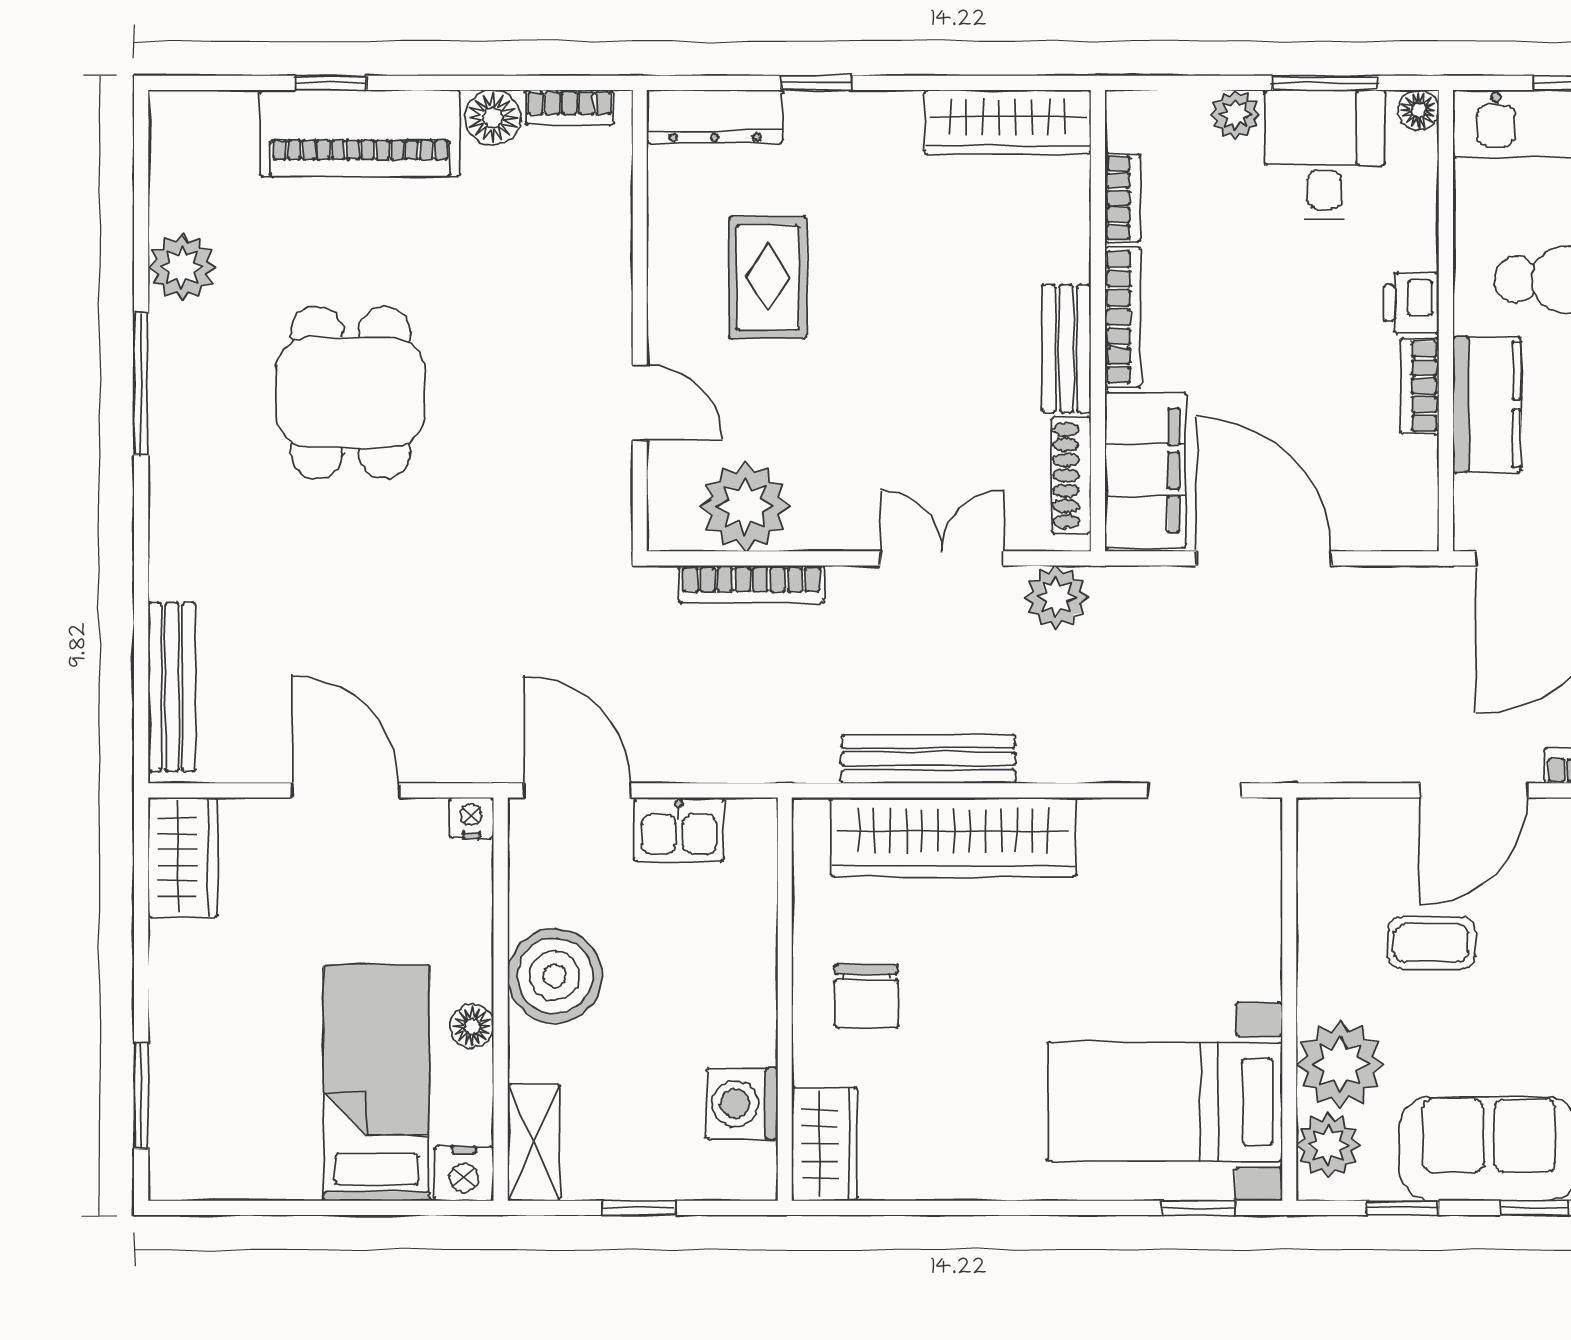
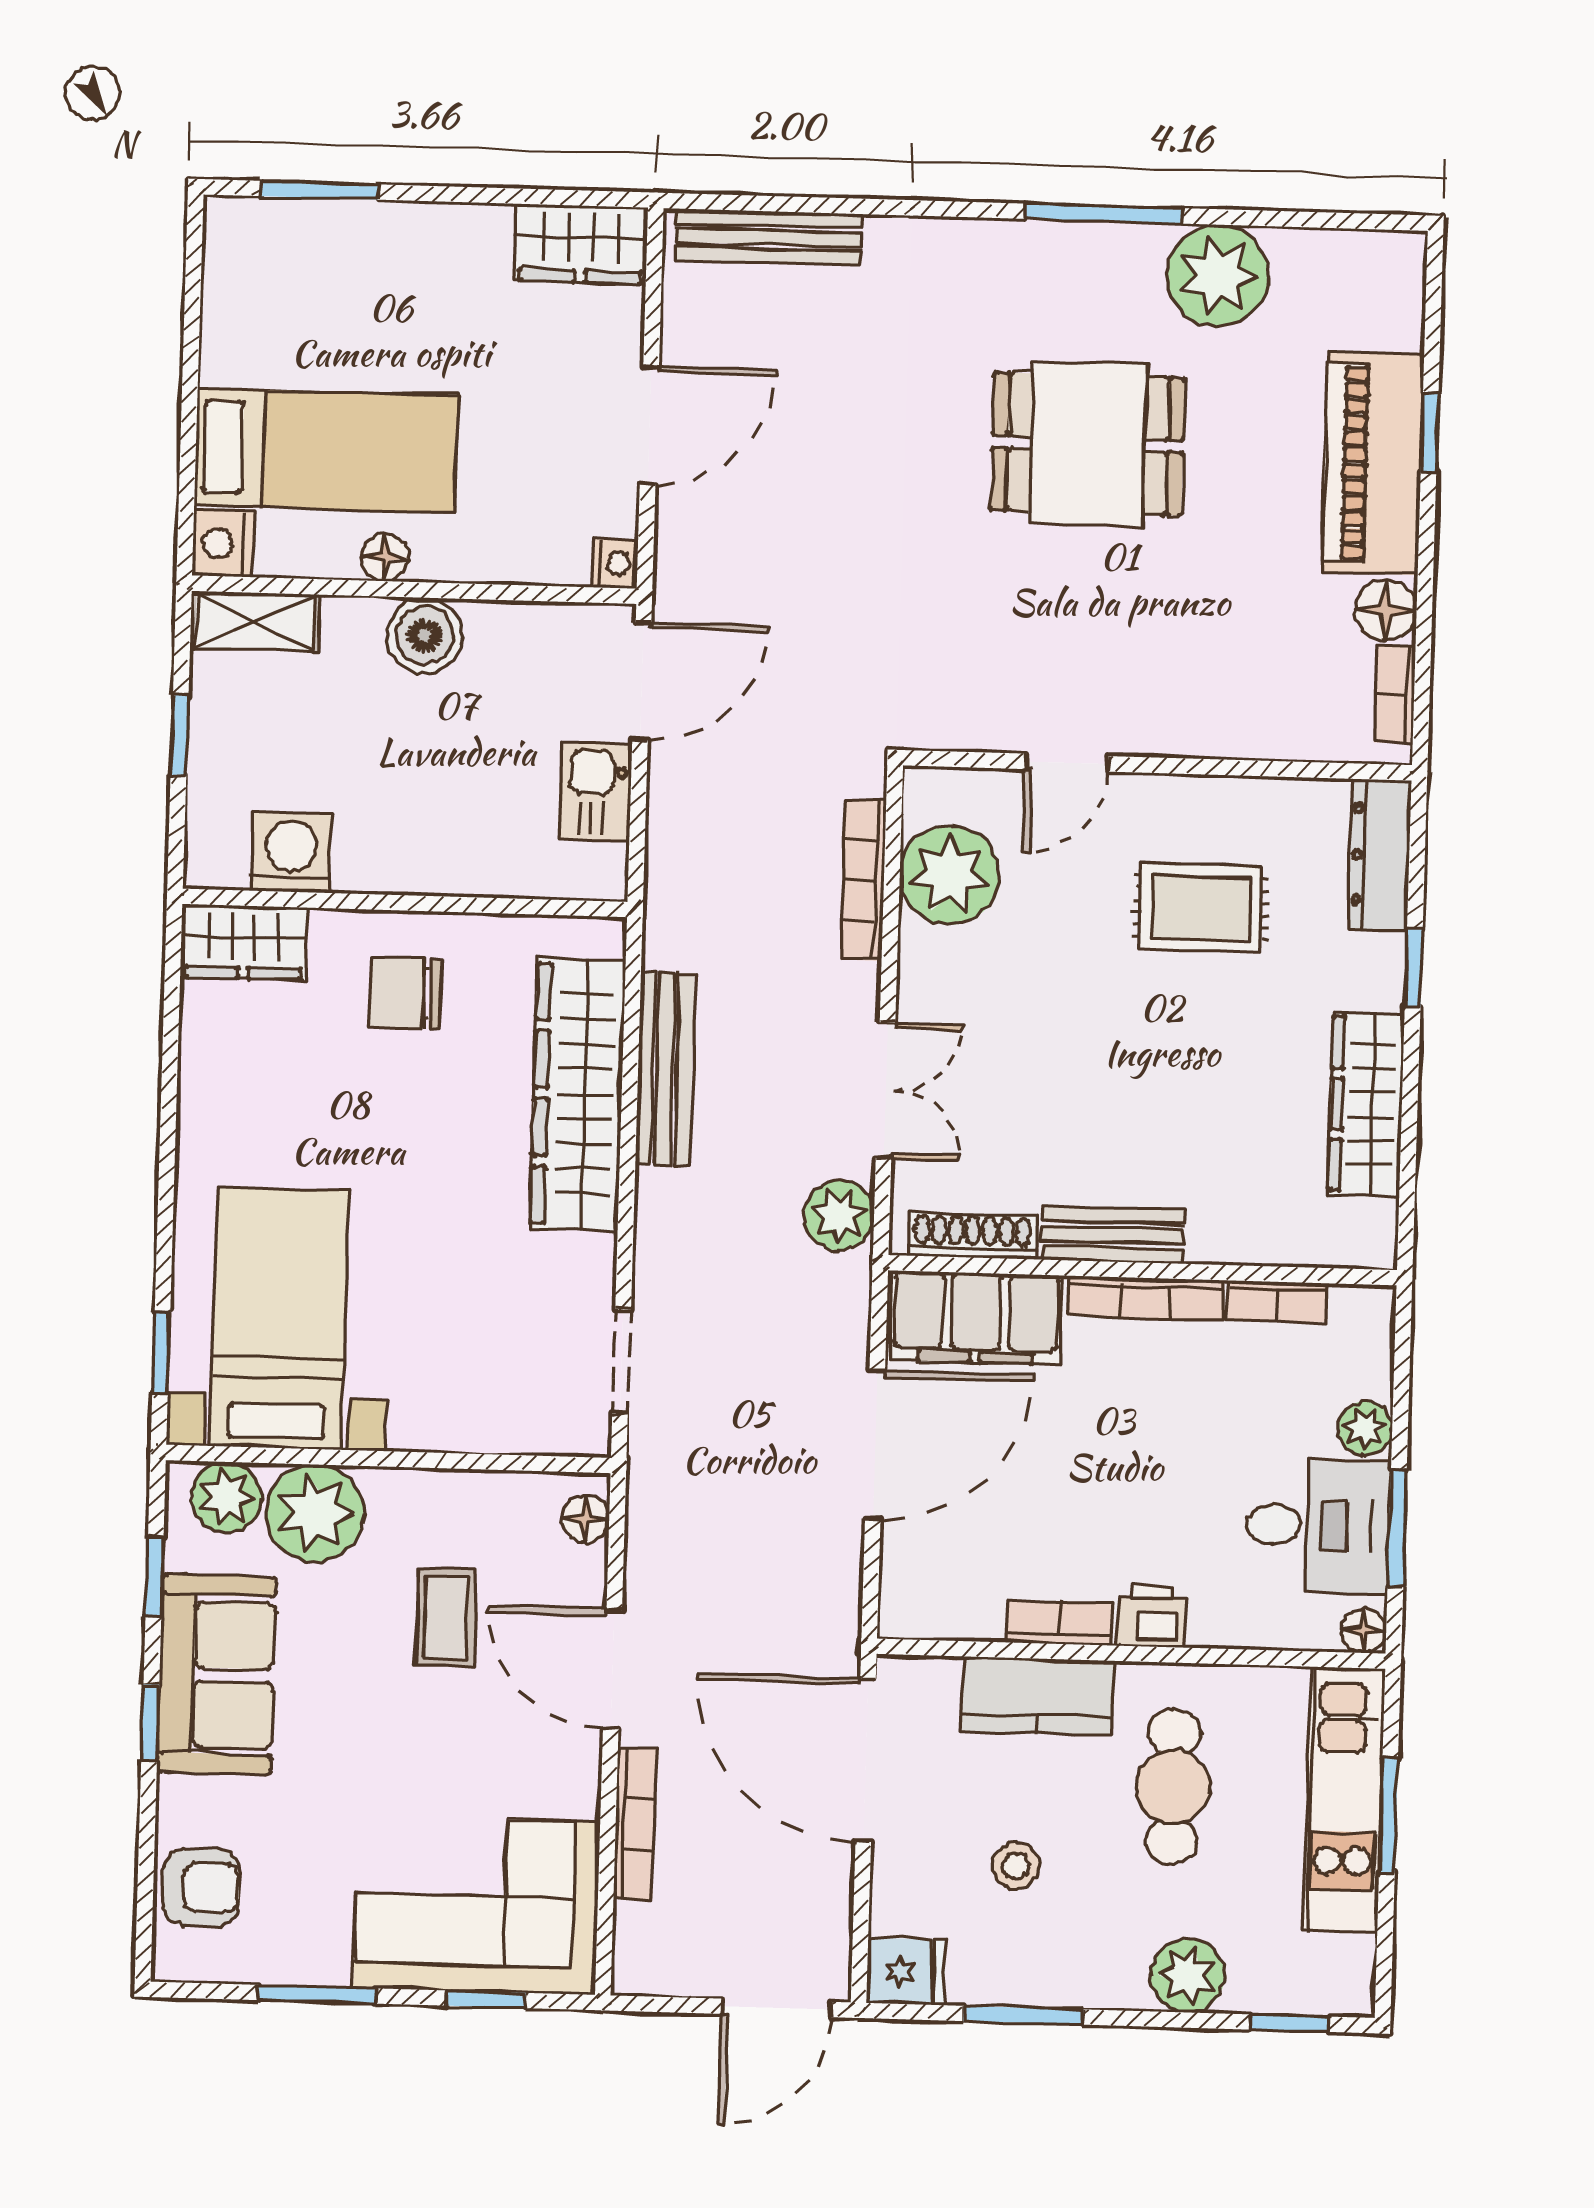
wardrobe: (1008, 122) -> (1367, 1105), moved
plant: (182, 267) -> (1218, 276), width x1.36, depth x1.36
floor lamp: (1338, 819) -> (586, 1519), added
boiler: (555, 976) -> (425, 636), width x0.73, depth x0.73

